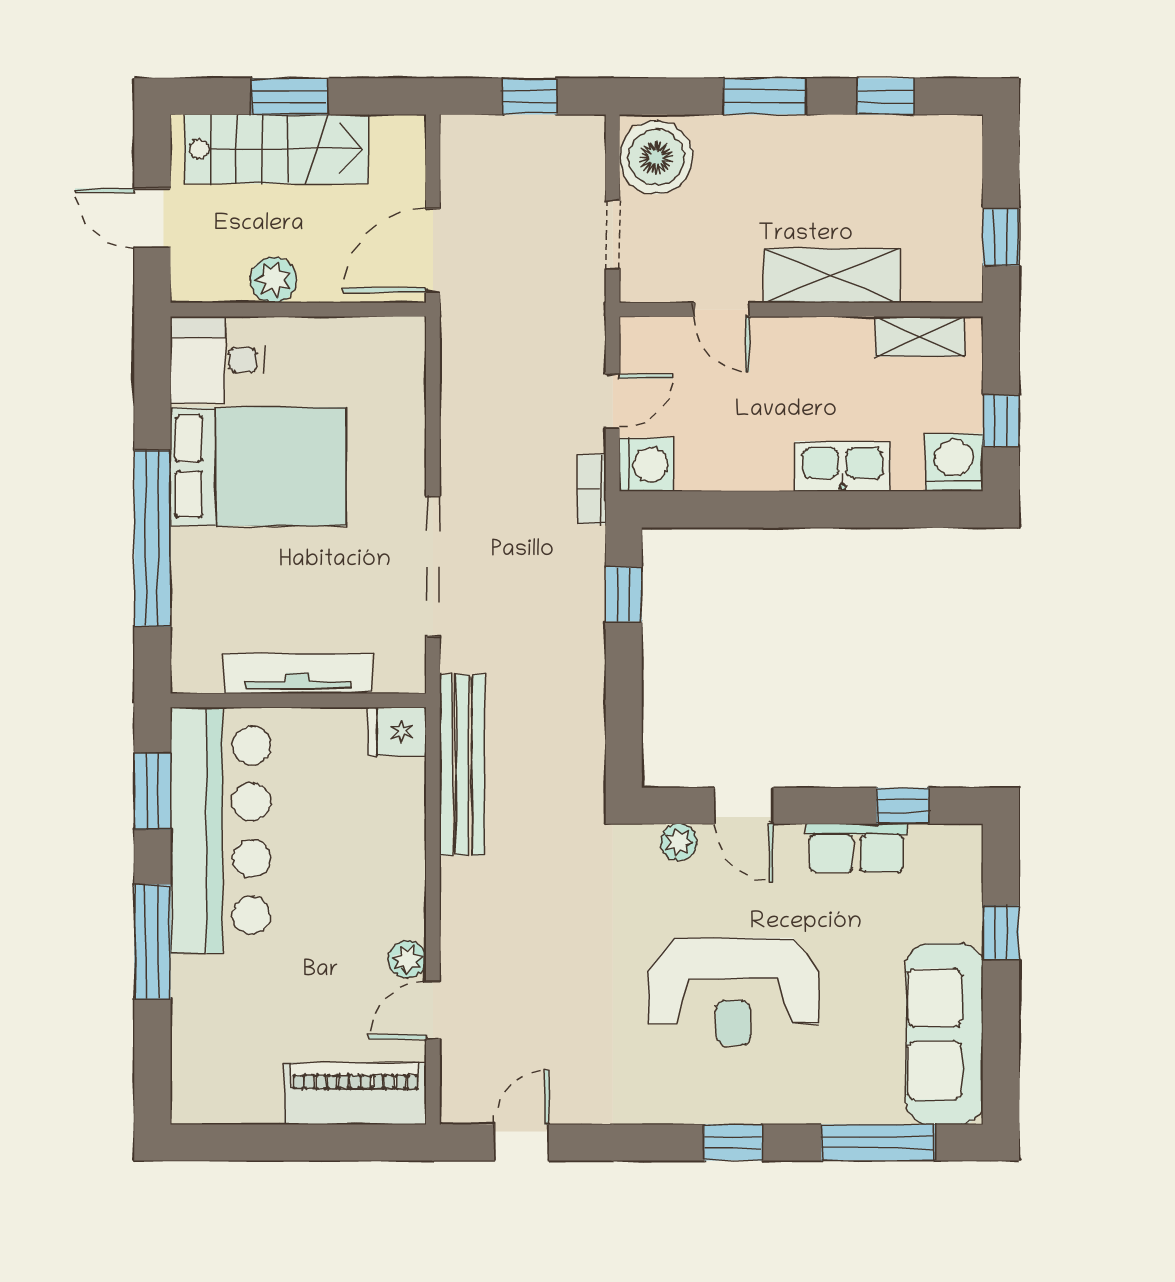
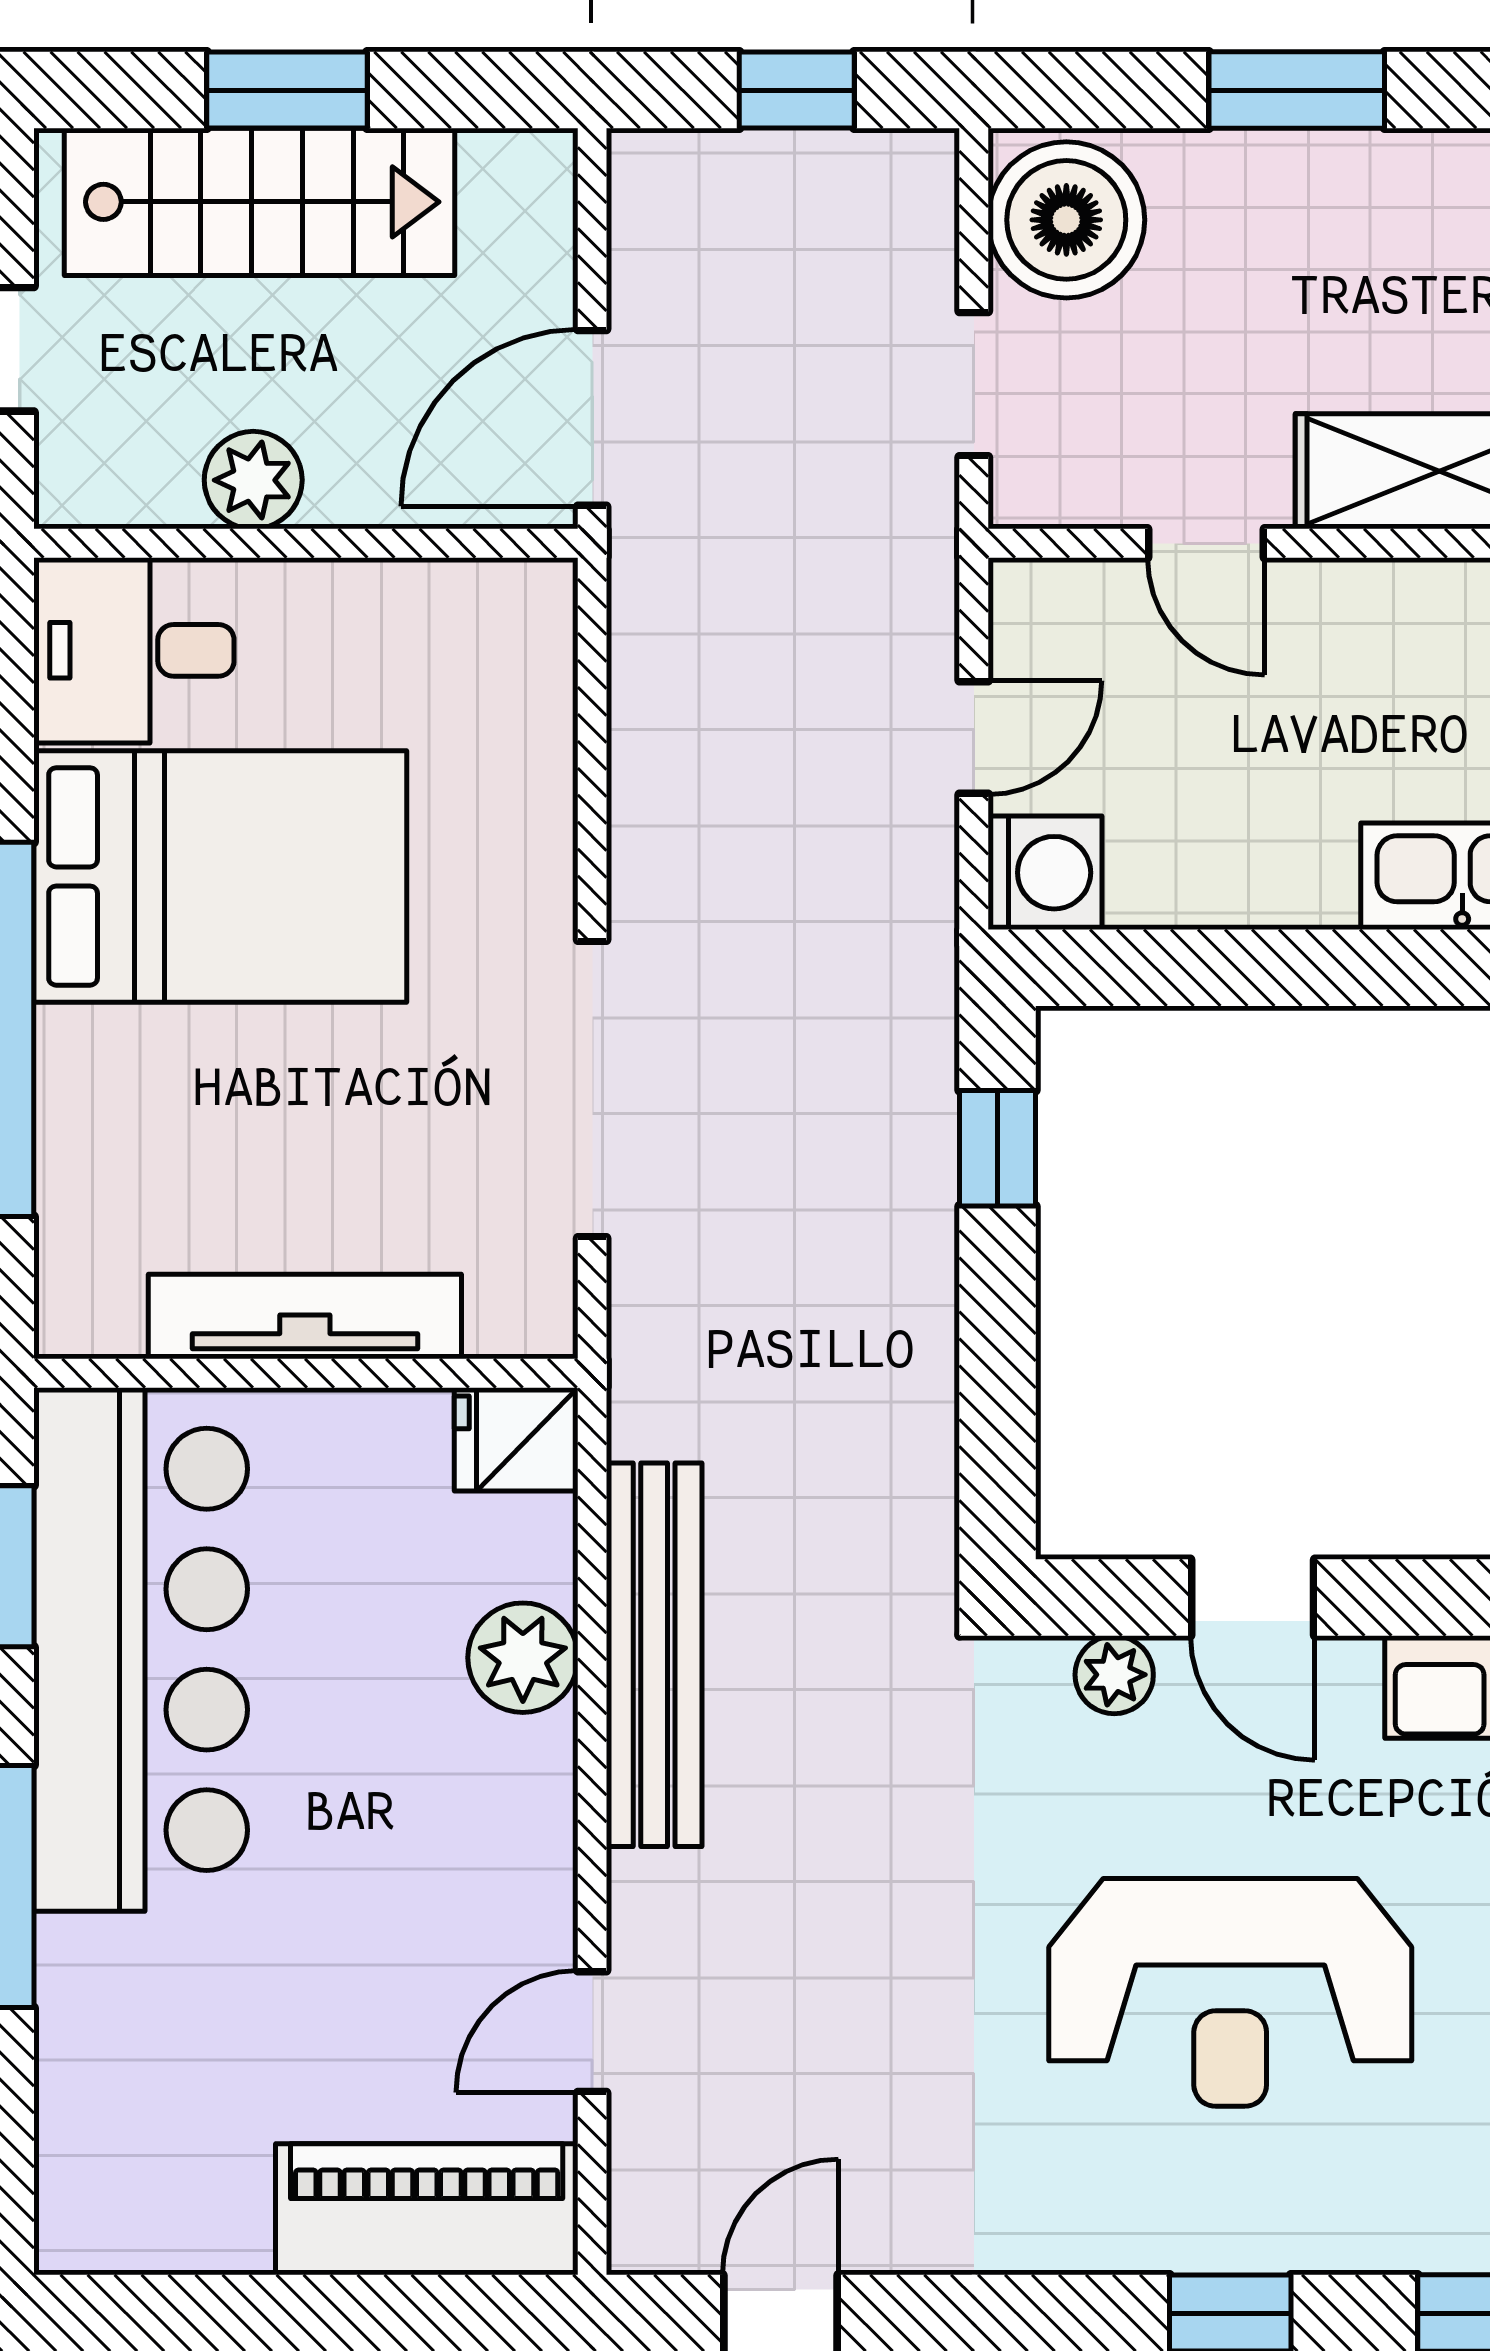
bookcase: (592, 489) -> (930, 925), removed
bench: (462, 765) -> (654, 1655), moved
plant: (407, 959) -> (523, 1658), moved, width x1.38, depth x1.38

